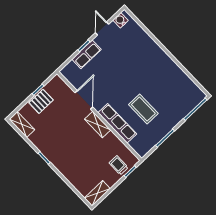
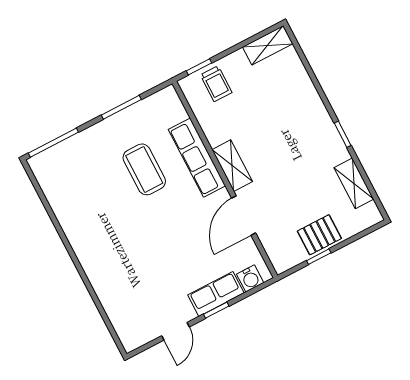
water cooler: (120, 20) -> (250, 278), moved
shelving: (22, 124) -> (354, 183), moved

